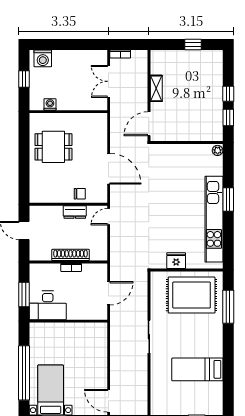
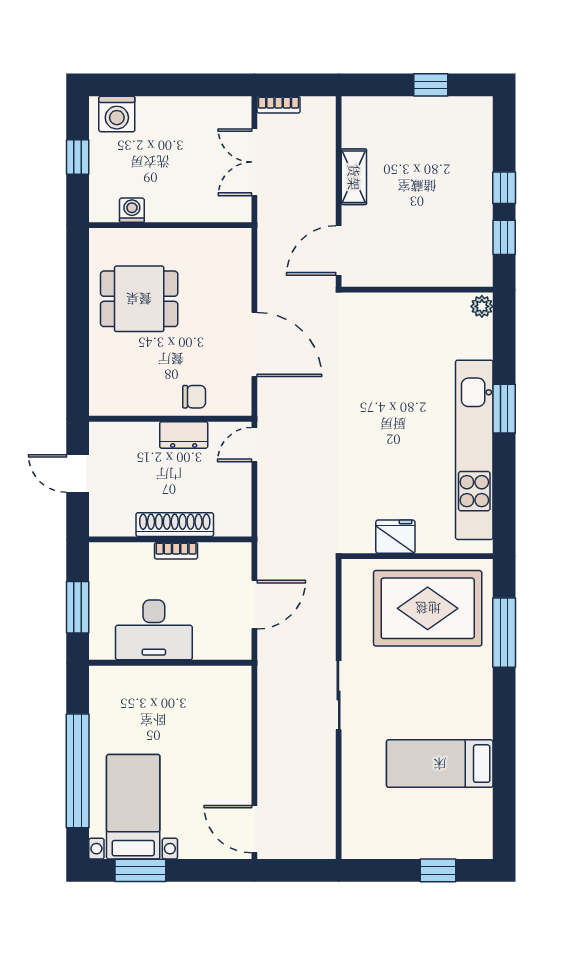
desk: (48, 305) -> (154, 630), moved

